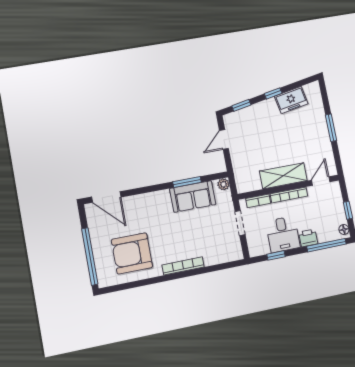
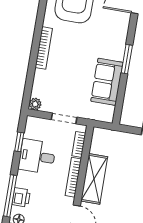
window: (187, 182) -> (127, 59), moved
plant: (223, 184) -> (35, 104), moved
printer: (308, 238) -> (21, 197), moved

